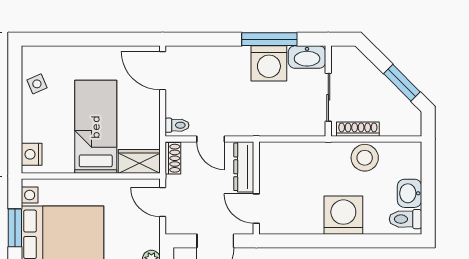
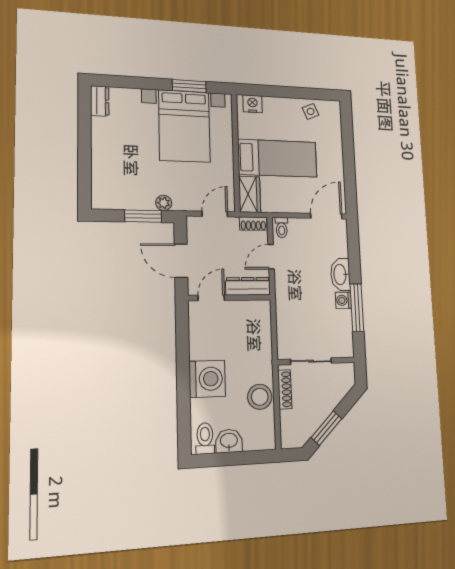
washbasin: (307, 57) -> (340, 274), moved
washing machine: (269, 63) -> (343, 300), width x0.53, depth x0.53

